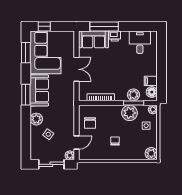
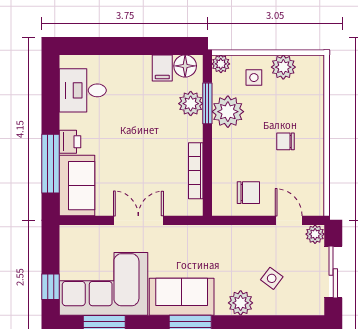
plant: (151, 153) -> (283, 67), moved

